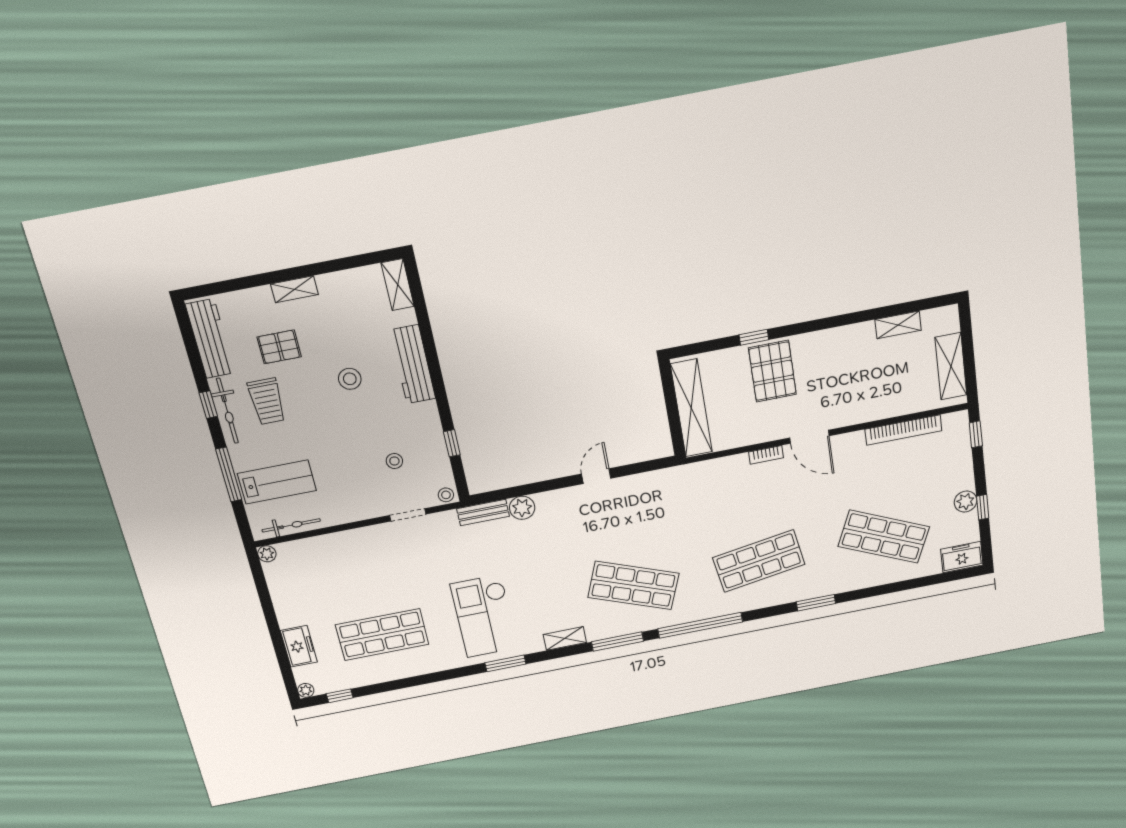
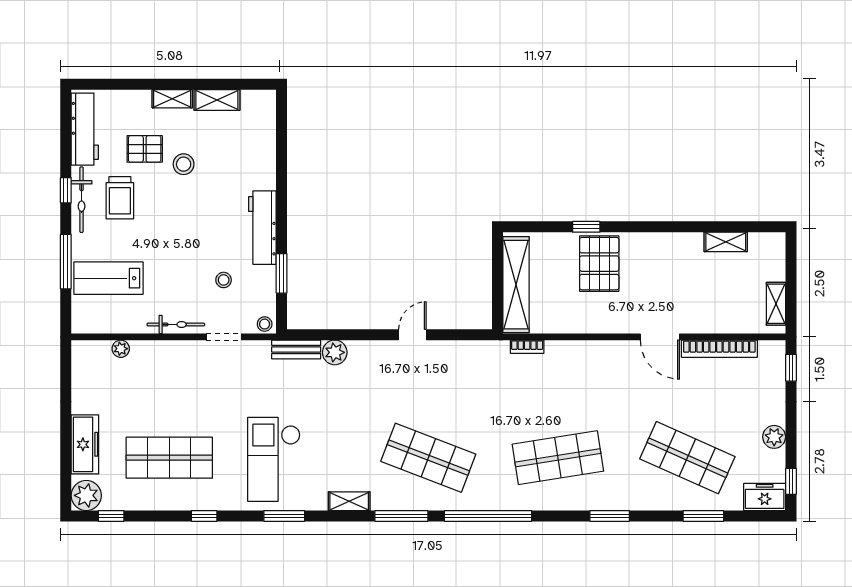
shelving: (398, 285) -> (217, 100), moved, turned 90
workbench: (413, 364) -> (262, 228), moved
shelving: (951, 366) -> (776, 304), width x0.67, depth x0.75
stool: (350, 379) -> (184, 164), moved
door: (809, 437) -> (660, 337), moved
window: (452, 443) -> (282, 273), width x1.50
bookcase: (766, 455) -> (527, 347), moved
lab bench: (277, 482) -> (109, 278), turned 180
window: (983, 507) -> (791, 481), moved
bicycle: (291, 525) -> (176, 325), moved
plant: (267, 554) -> (121, 349), moved
window: (905, 585) -> (703, 516), added
freezer: (299, 646) -> (85, 444), width x1.40
window: (429, 678) -> (204, 516), added
plant: (306, 690) -> (86, 495), width x1.87, depth x1.87

